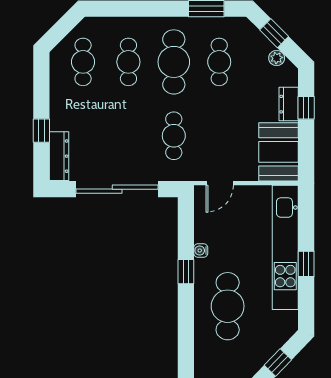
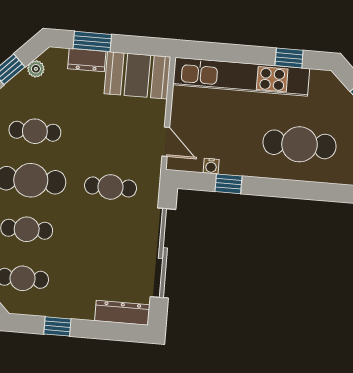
window: (306, 108) -> (92, 41), width x1.50
window: (41, 131) -> (57, 326), moved
water cooler: (201, 250) -> (211, 166), moved
window: (306, 264) -> (289, 58), moved
window: (186, 272) -> (228, 184), moved

